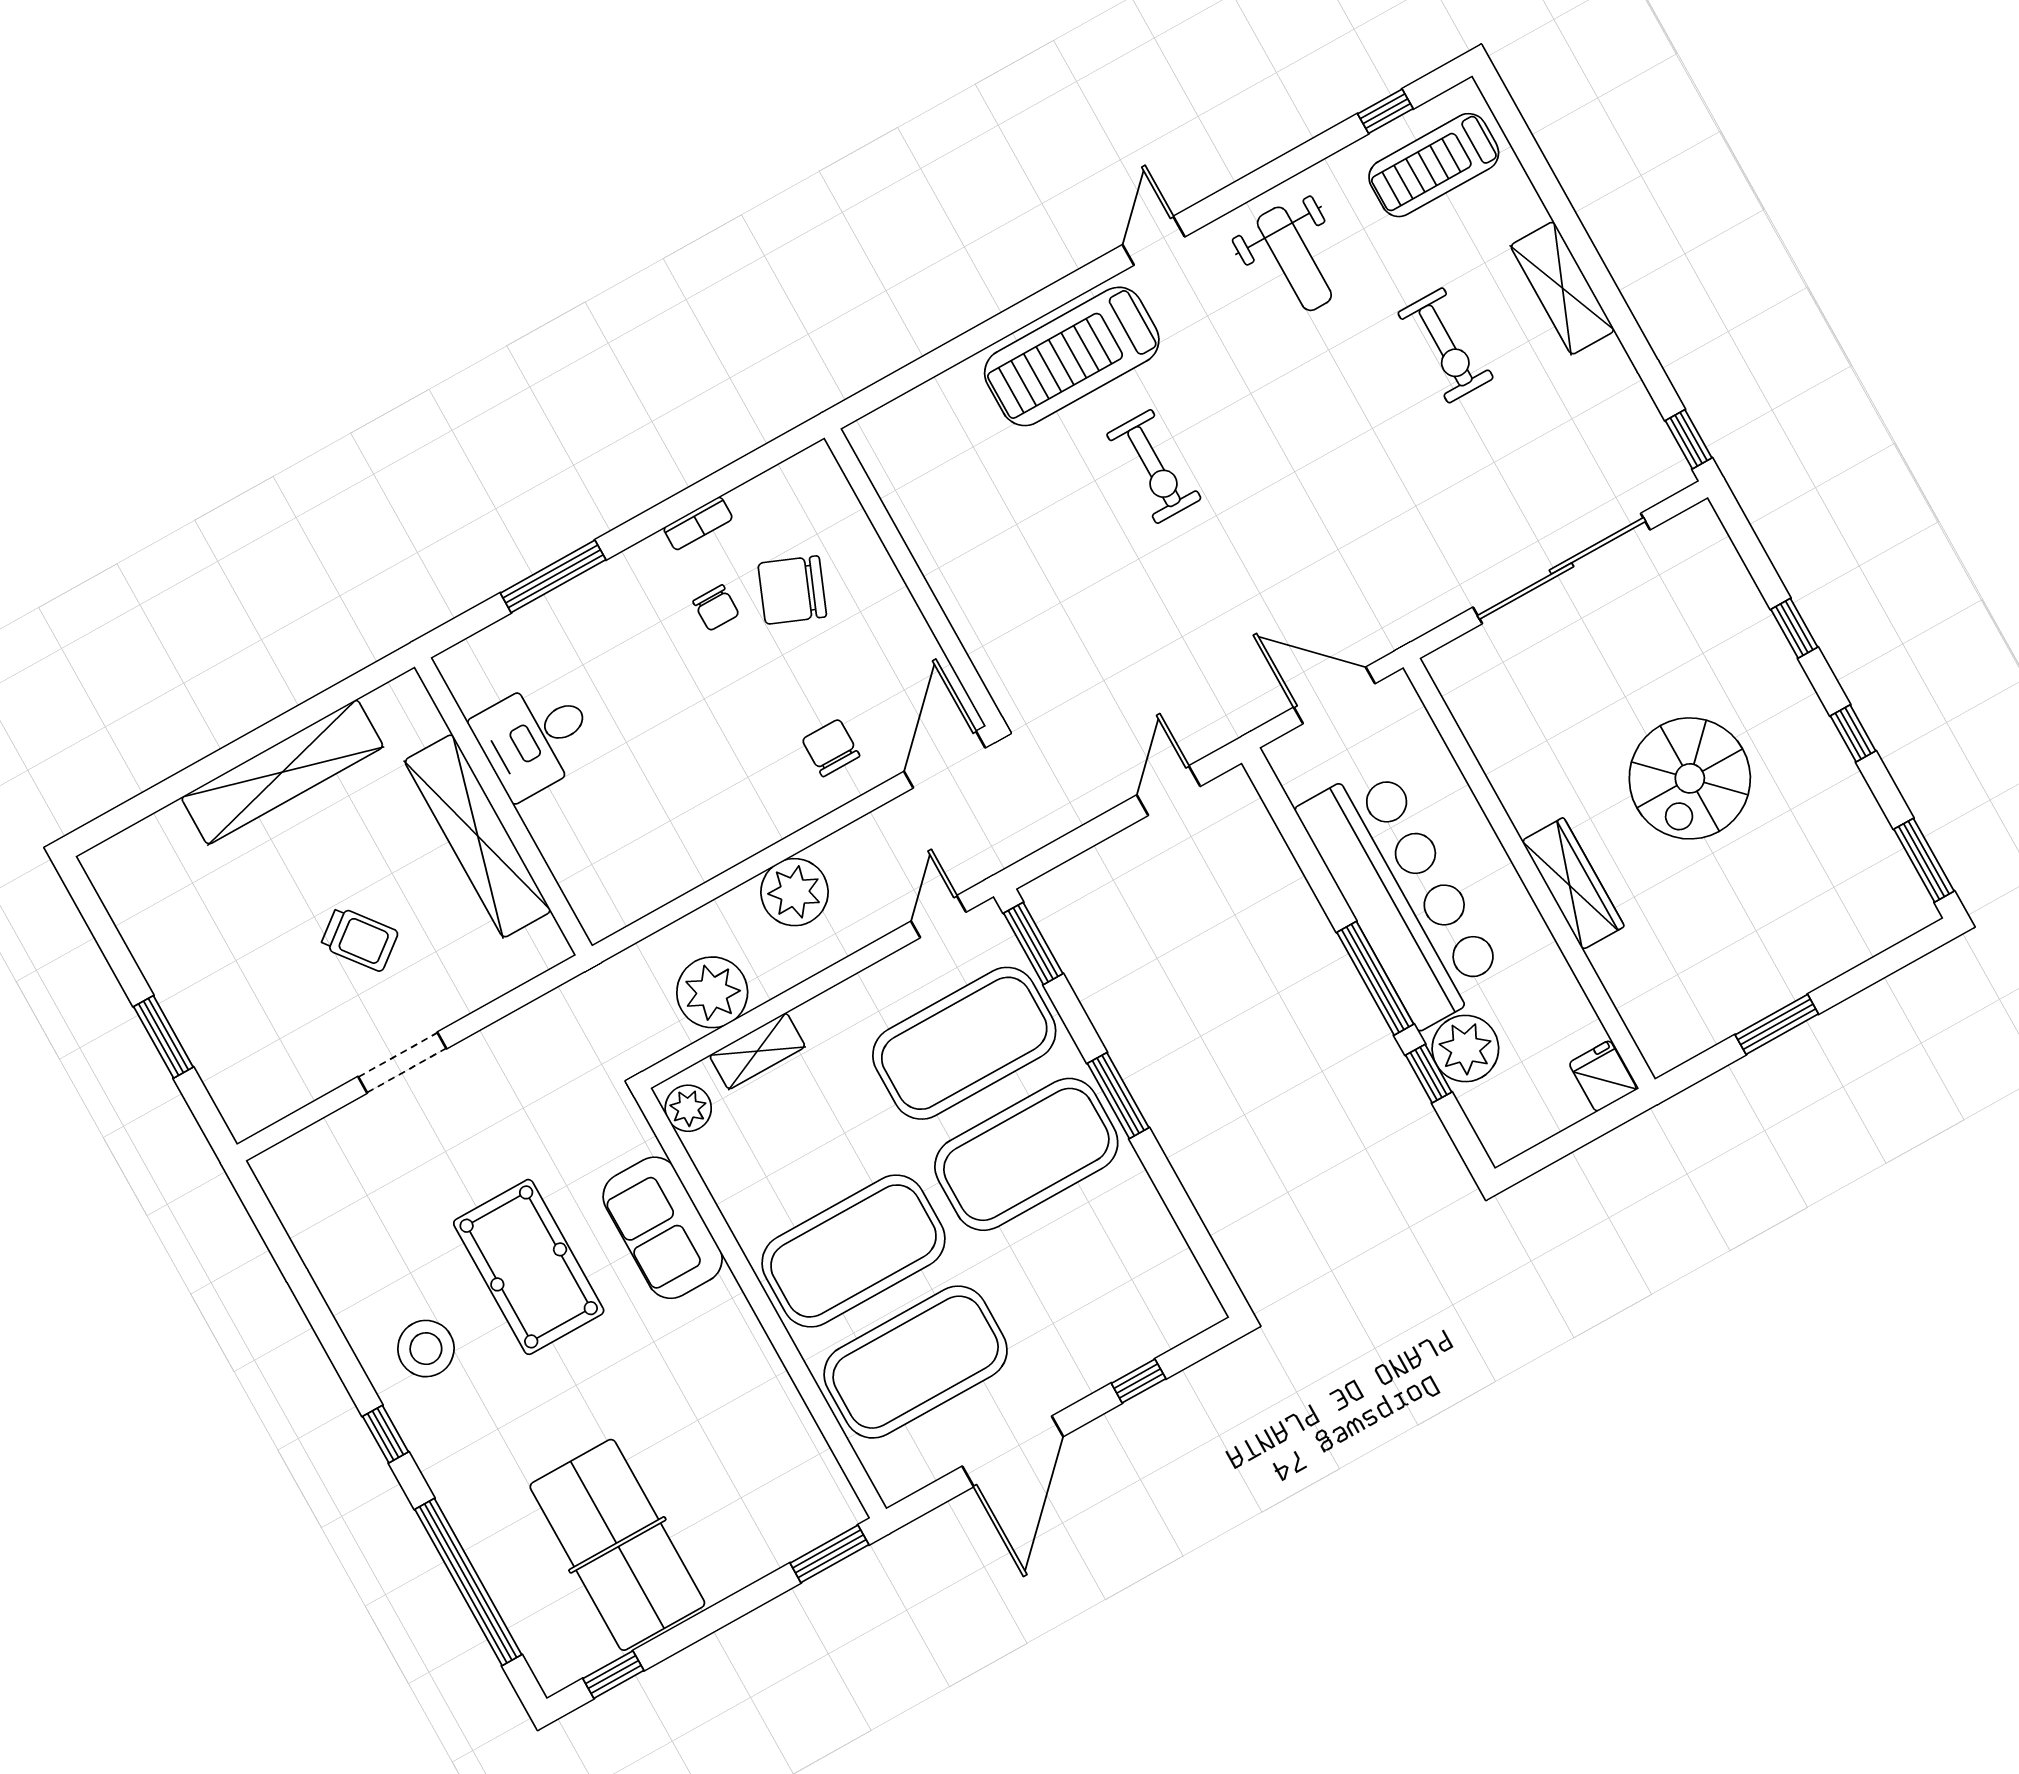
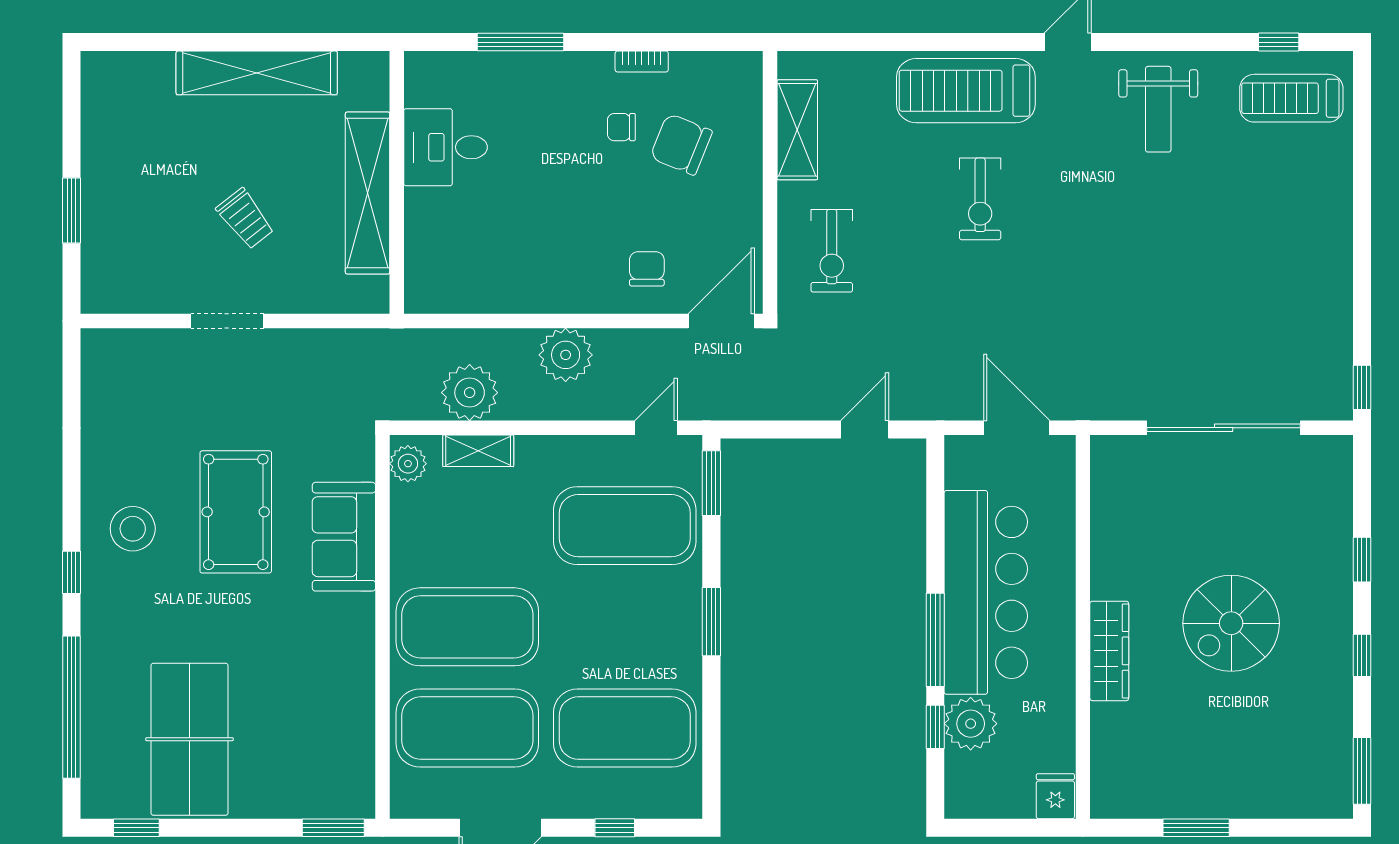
shelving: (1563, 288) -> (797, 130), moved
exercise bike: (1446, 345) -> (832, 251), moved
chair: (716, 608) -> (621, 127), turned 90
exercise mat: (1026, 1154) -> (625, 728), moved

